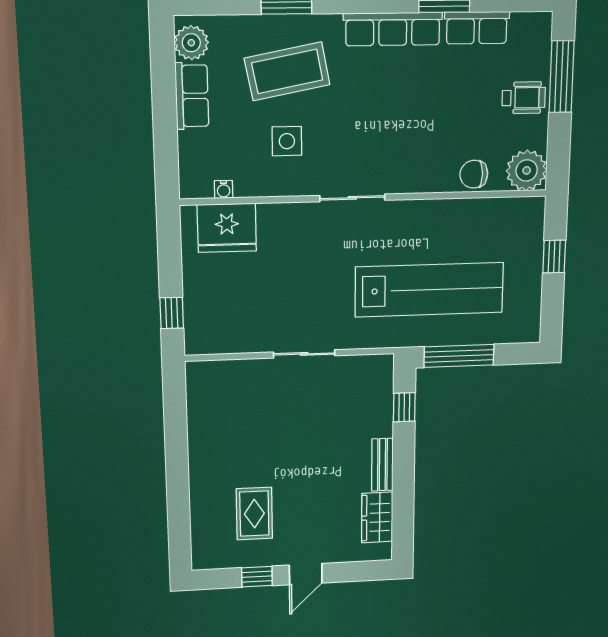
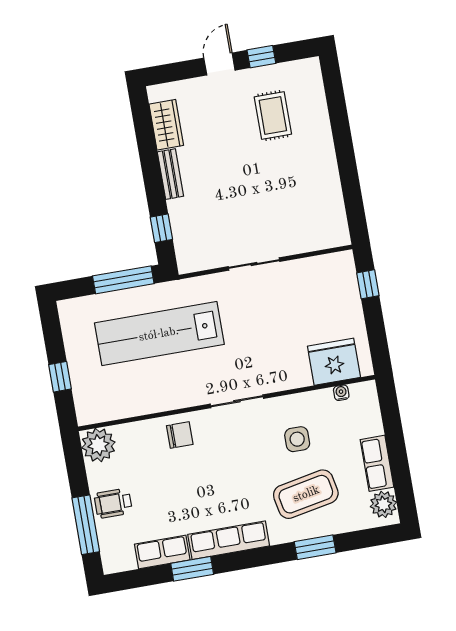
chair: (474, 174) -> (180, 435), moved

